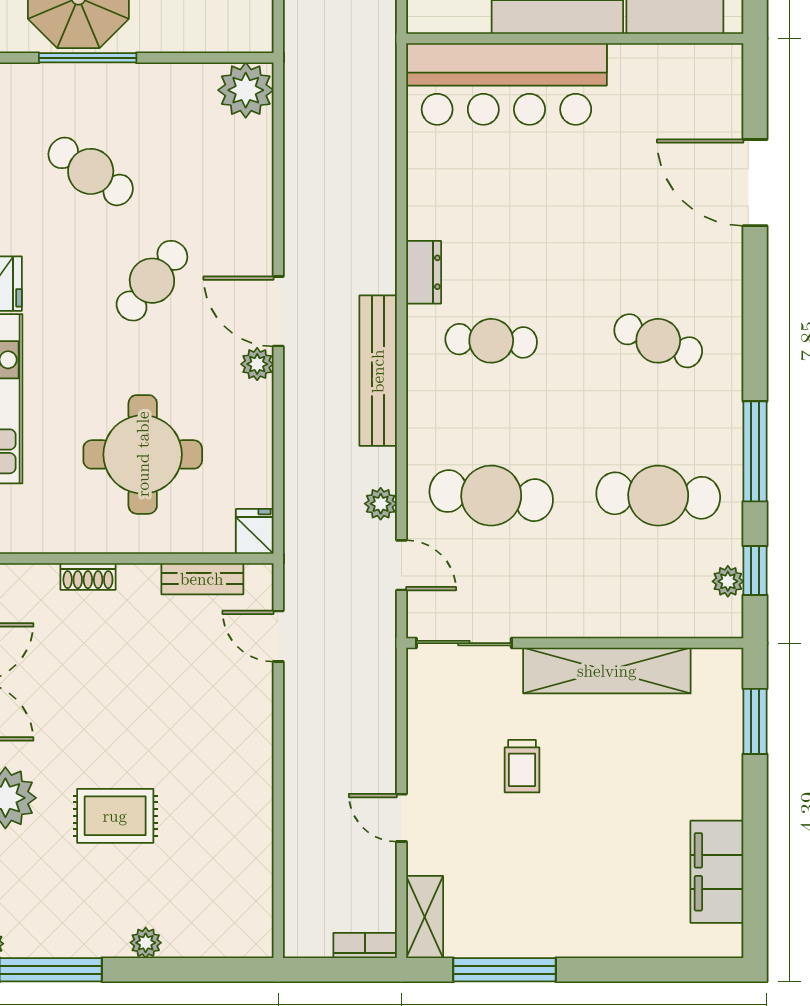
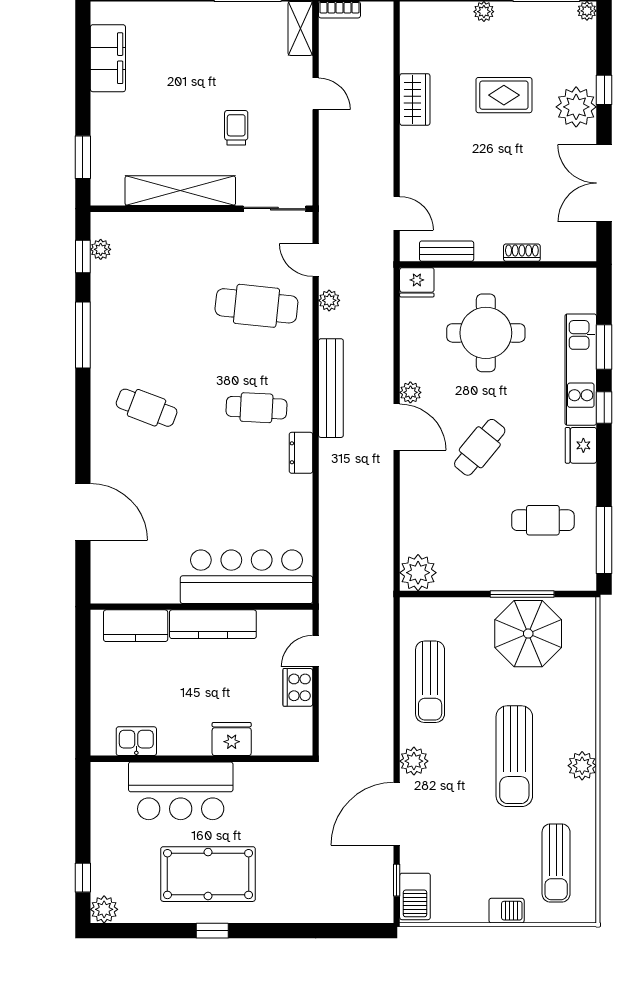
cafe table: (91, 171) -> (543, 520), moved, turned -34
cafe table: (658, 496) -> (147, 306), removed
fridge: (255, 531) -> (417, 282), width x1.38
wardrobe: (251, 809) -> (415, 99), added

